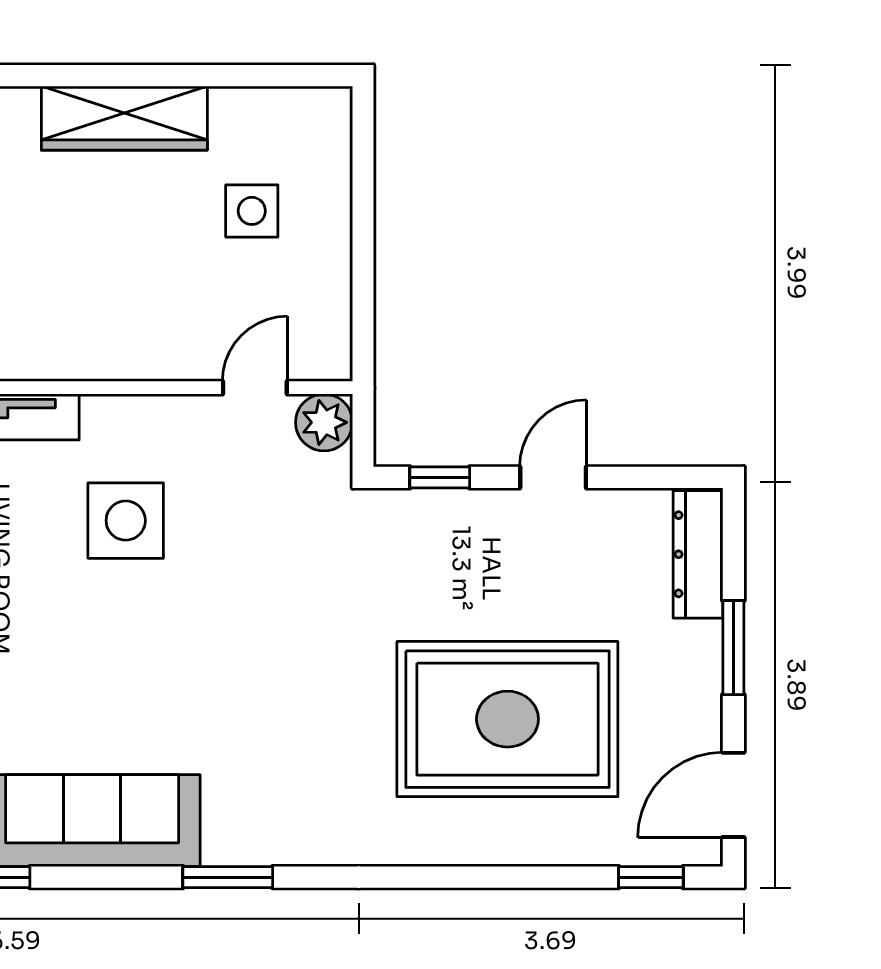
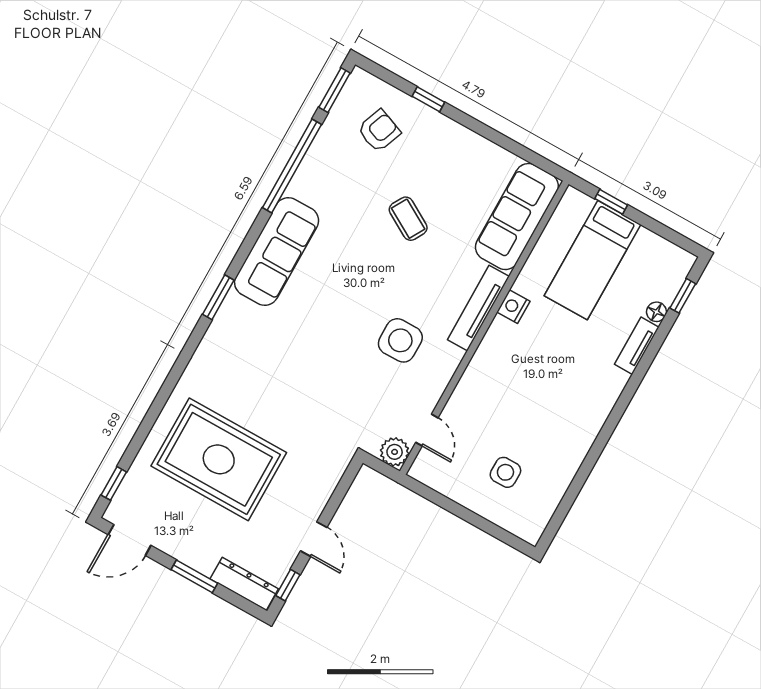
wardrobe: (124, 118) -> (578, 439), removed
window: (440, 477) -> (288, 585), moved
rug: (507, 719) -> (219, 459), turned 90
door: (733, 795) -> (130, 540), swing flipped

